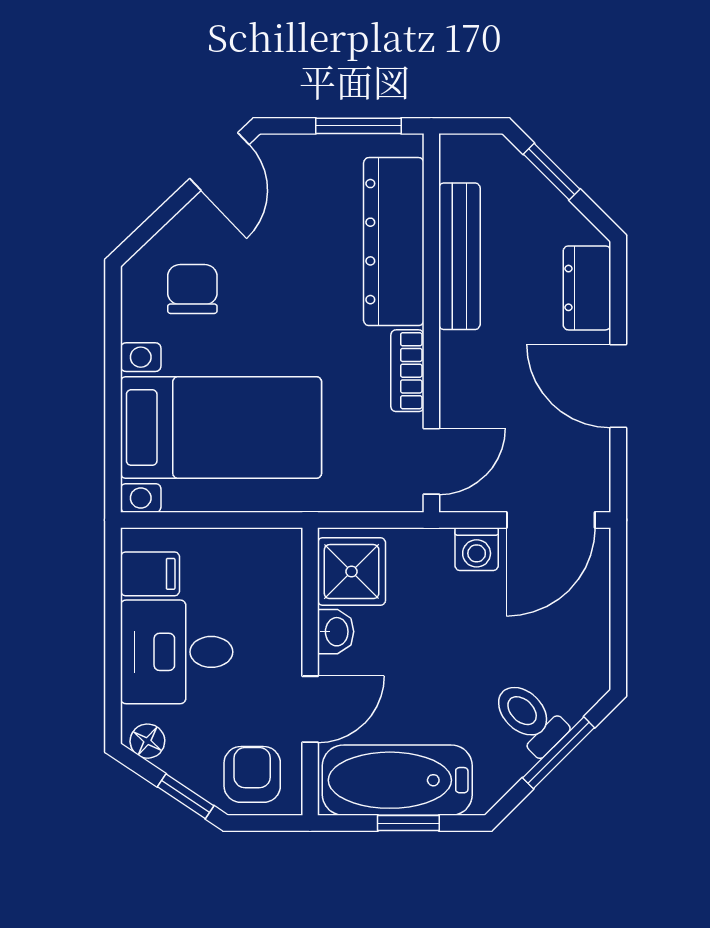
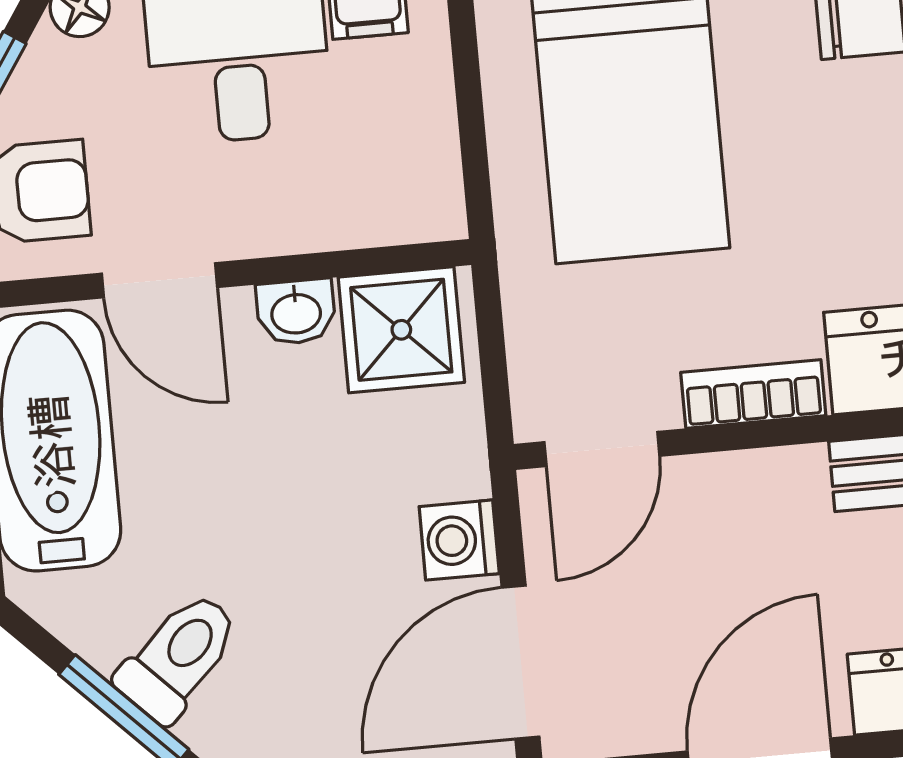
door: (431, 461) -> (602, 449), hinge flipped
door: (551, 520) -> (520, 662), hinge flipped

